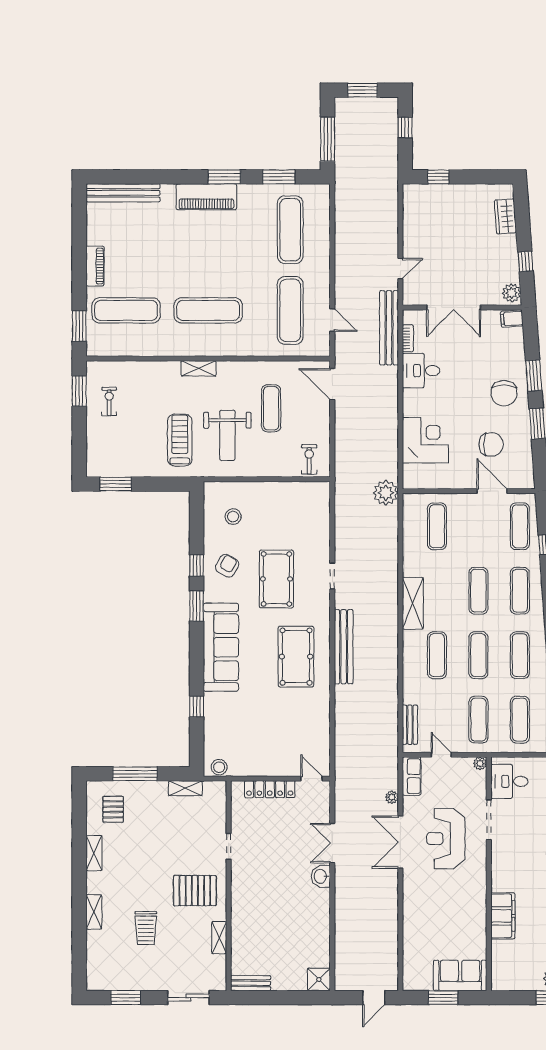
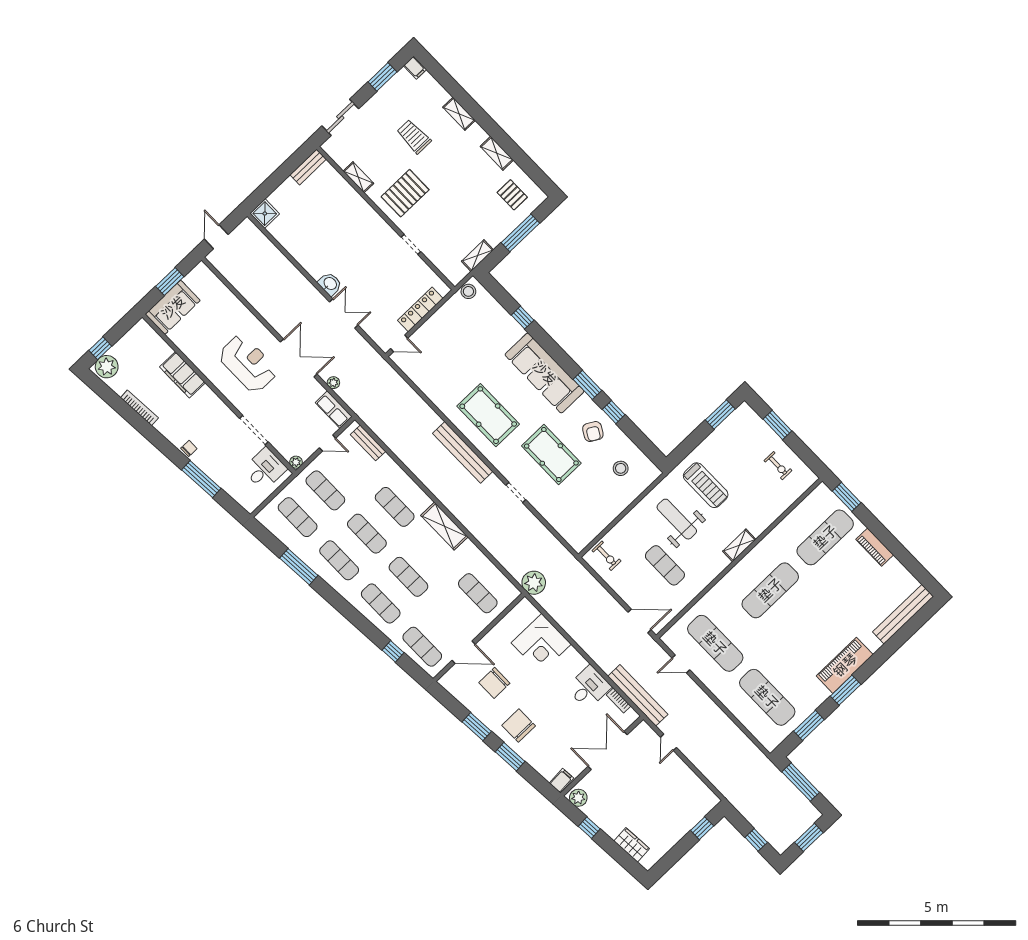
window: (79, 391) -> (777, 425), moved
reception desk: (446, 839) -> (248, 364), moved
filing cabinet: (94, 981) -> (415, 68), added

